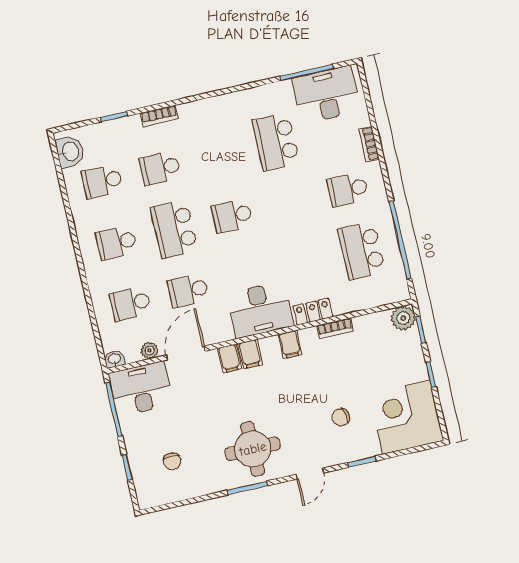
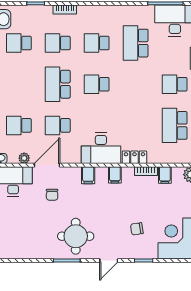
school desk: (116, 242) -> (97, 43), moved
filing cabinet: (230, 358) -> (165, 175), moved
chair: (172, 461) -> (52, 195), moved

